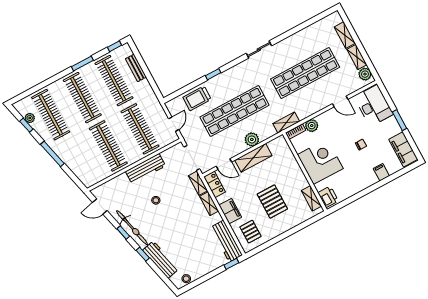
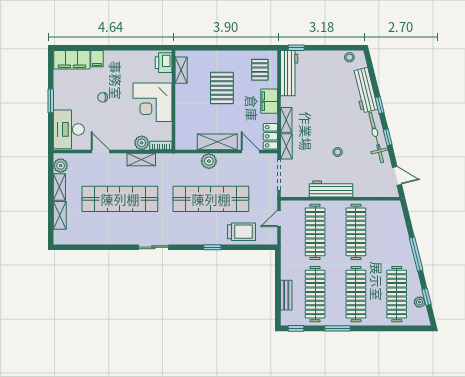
shelving: (286, 123) -> (141, 160), moved
filing cabinet: (403, 149) -> (72, 60), moved, turned 90

